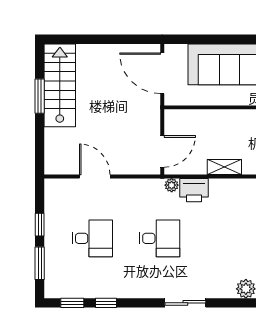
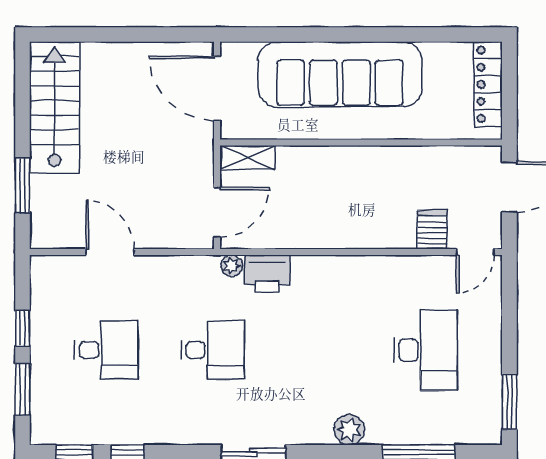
window: (40, 96) -> (22, 186), moved
shelving: (224, 167) -> (248, 158), moved

